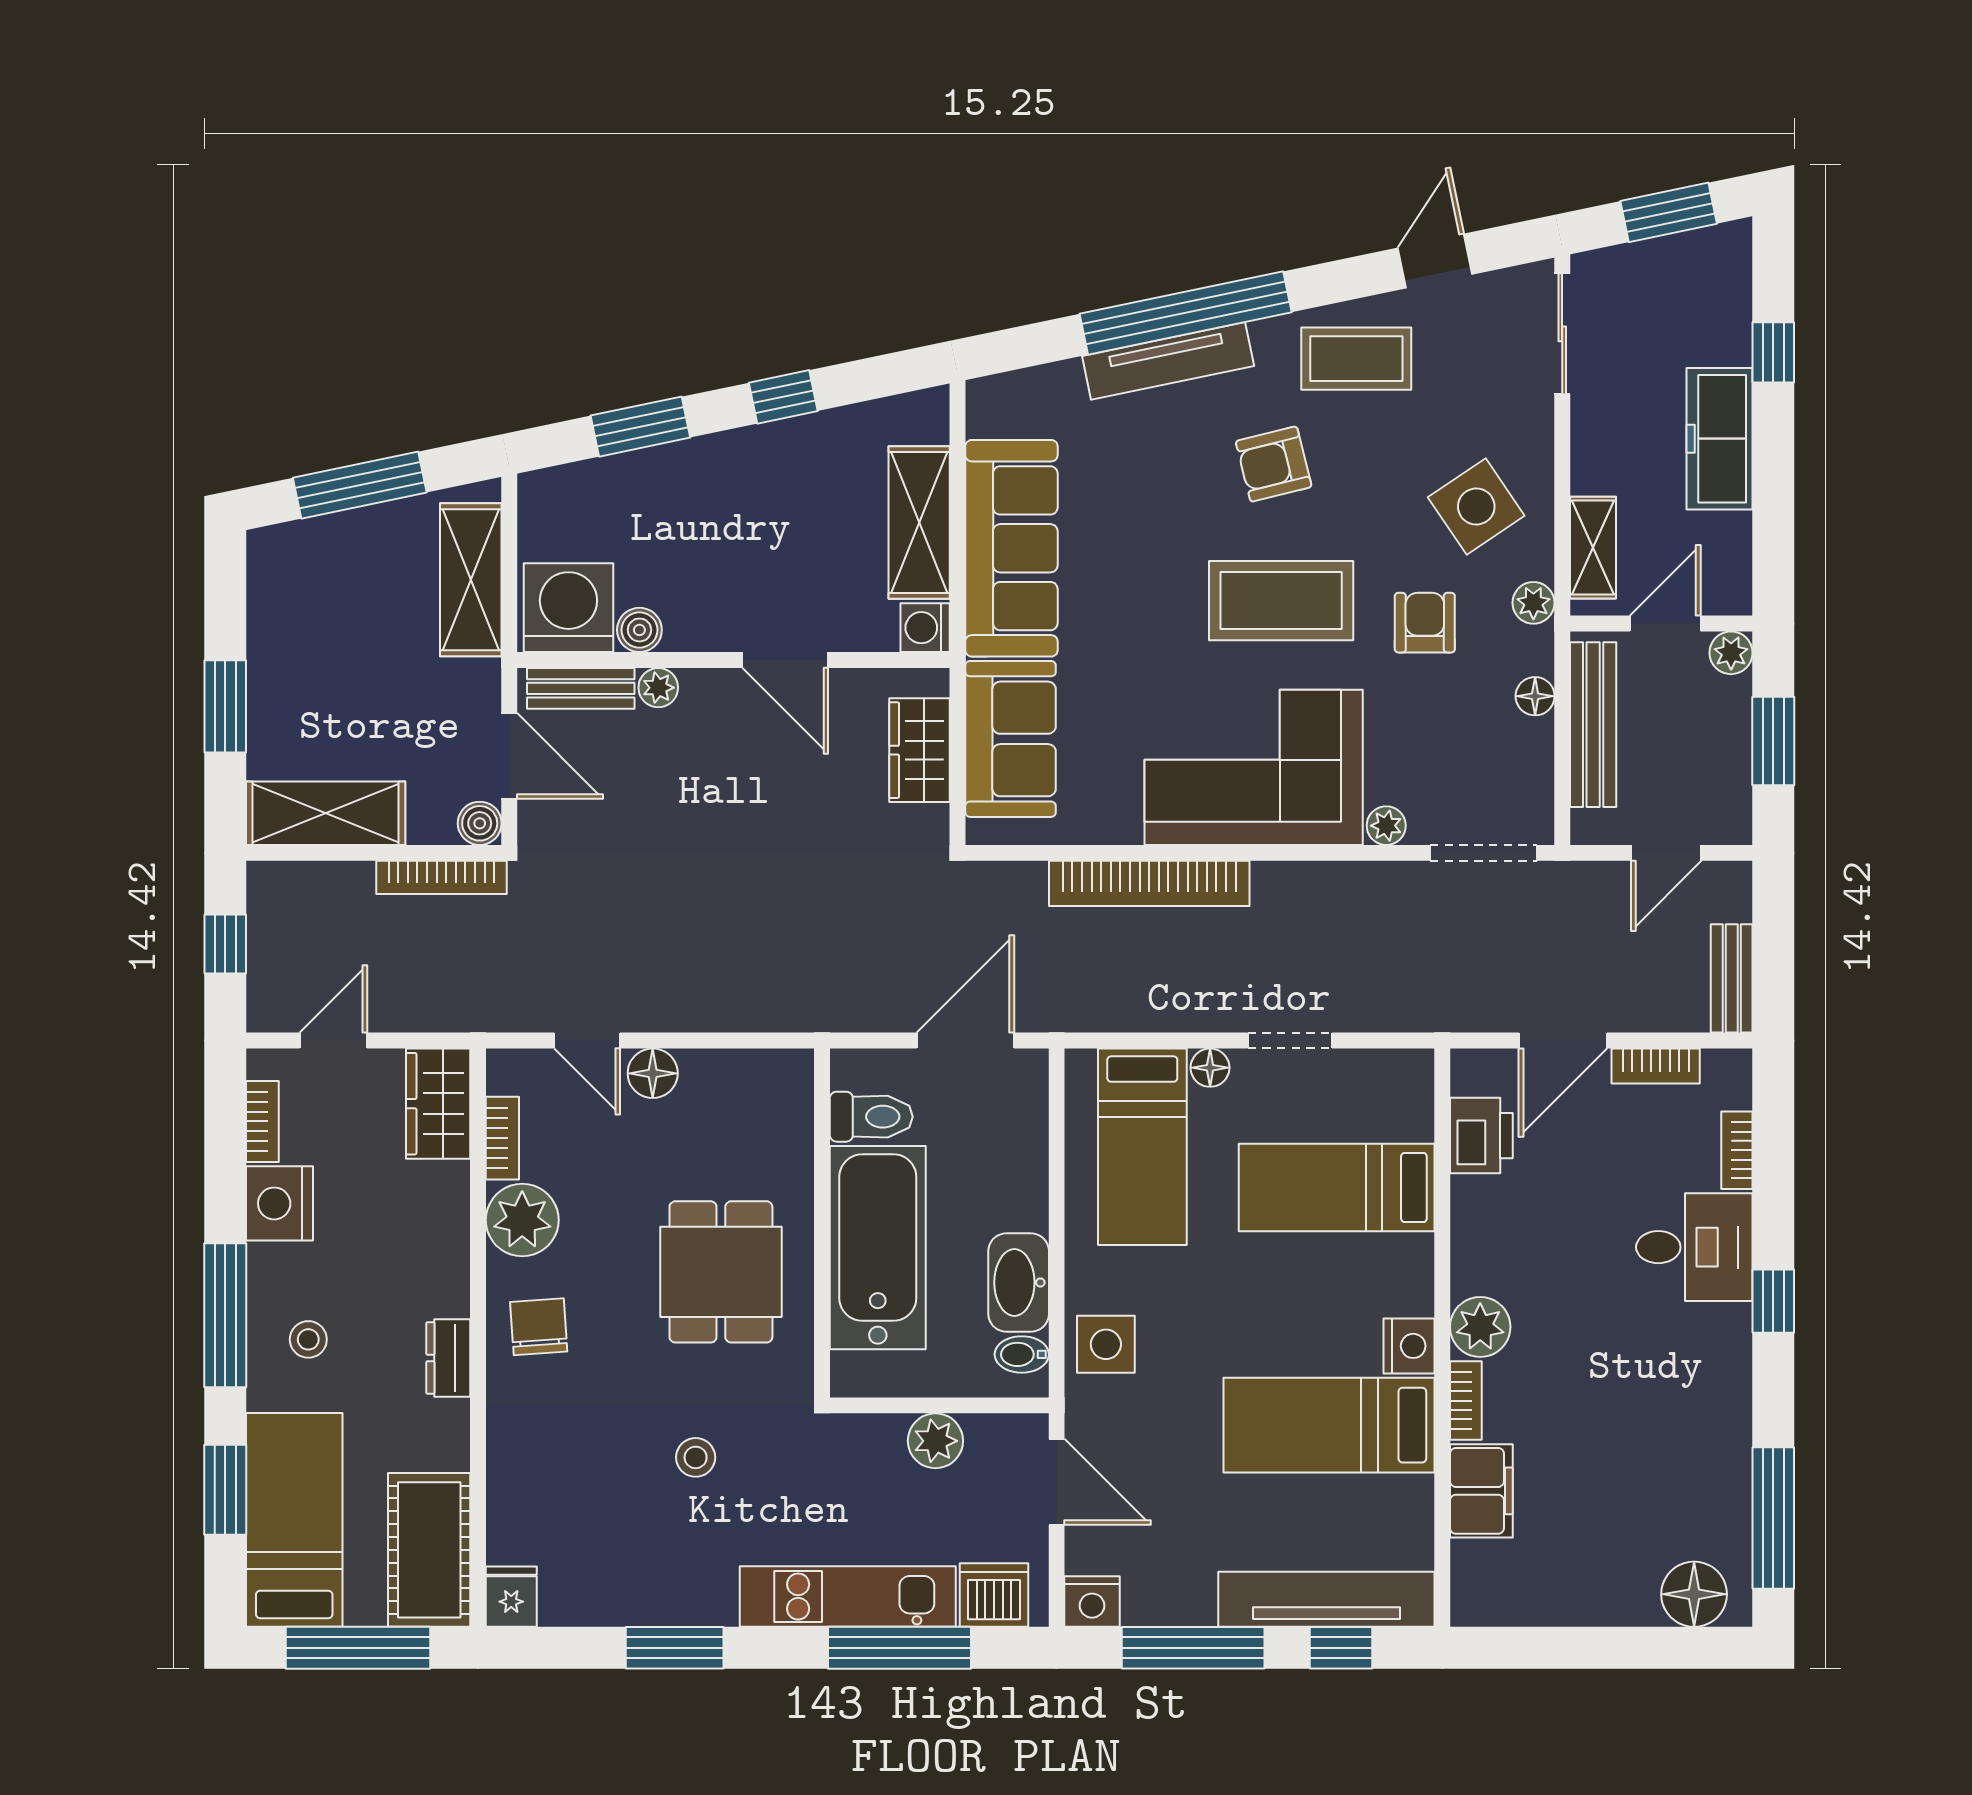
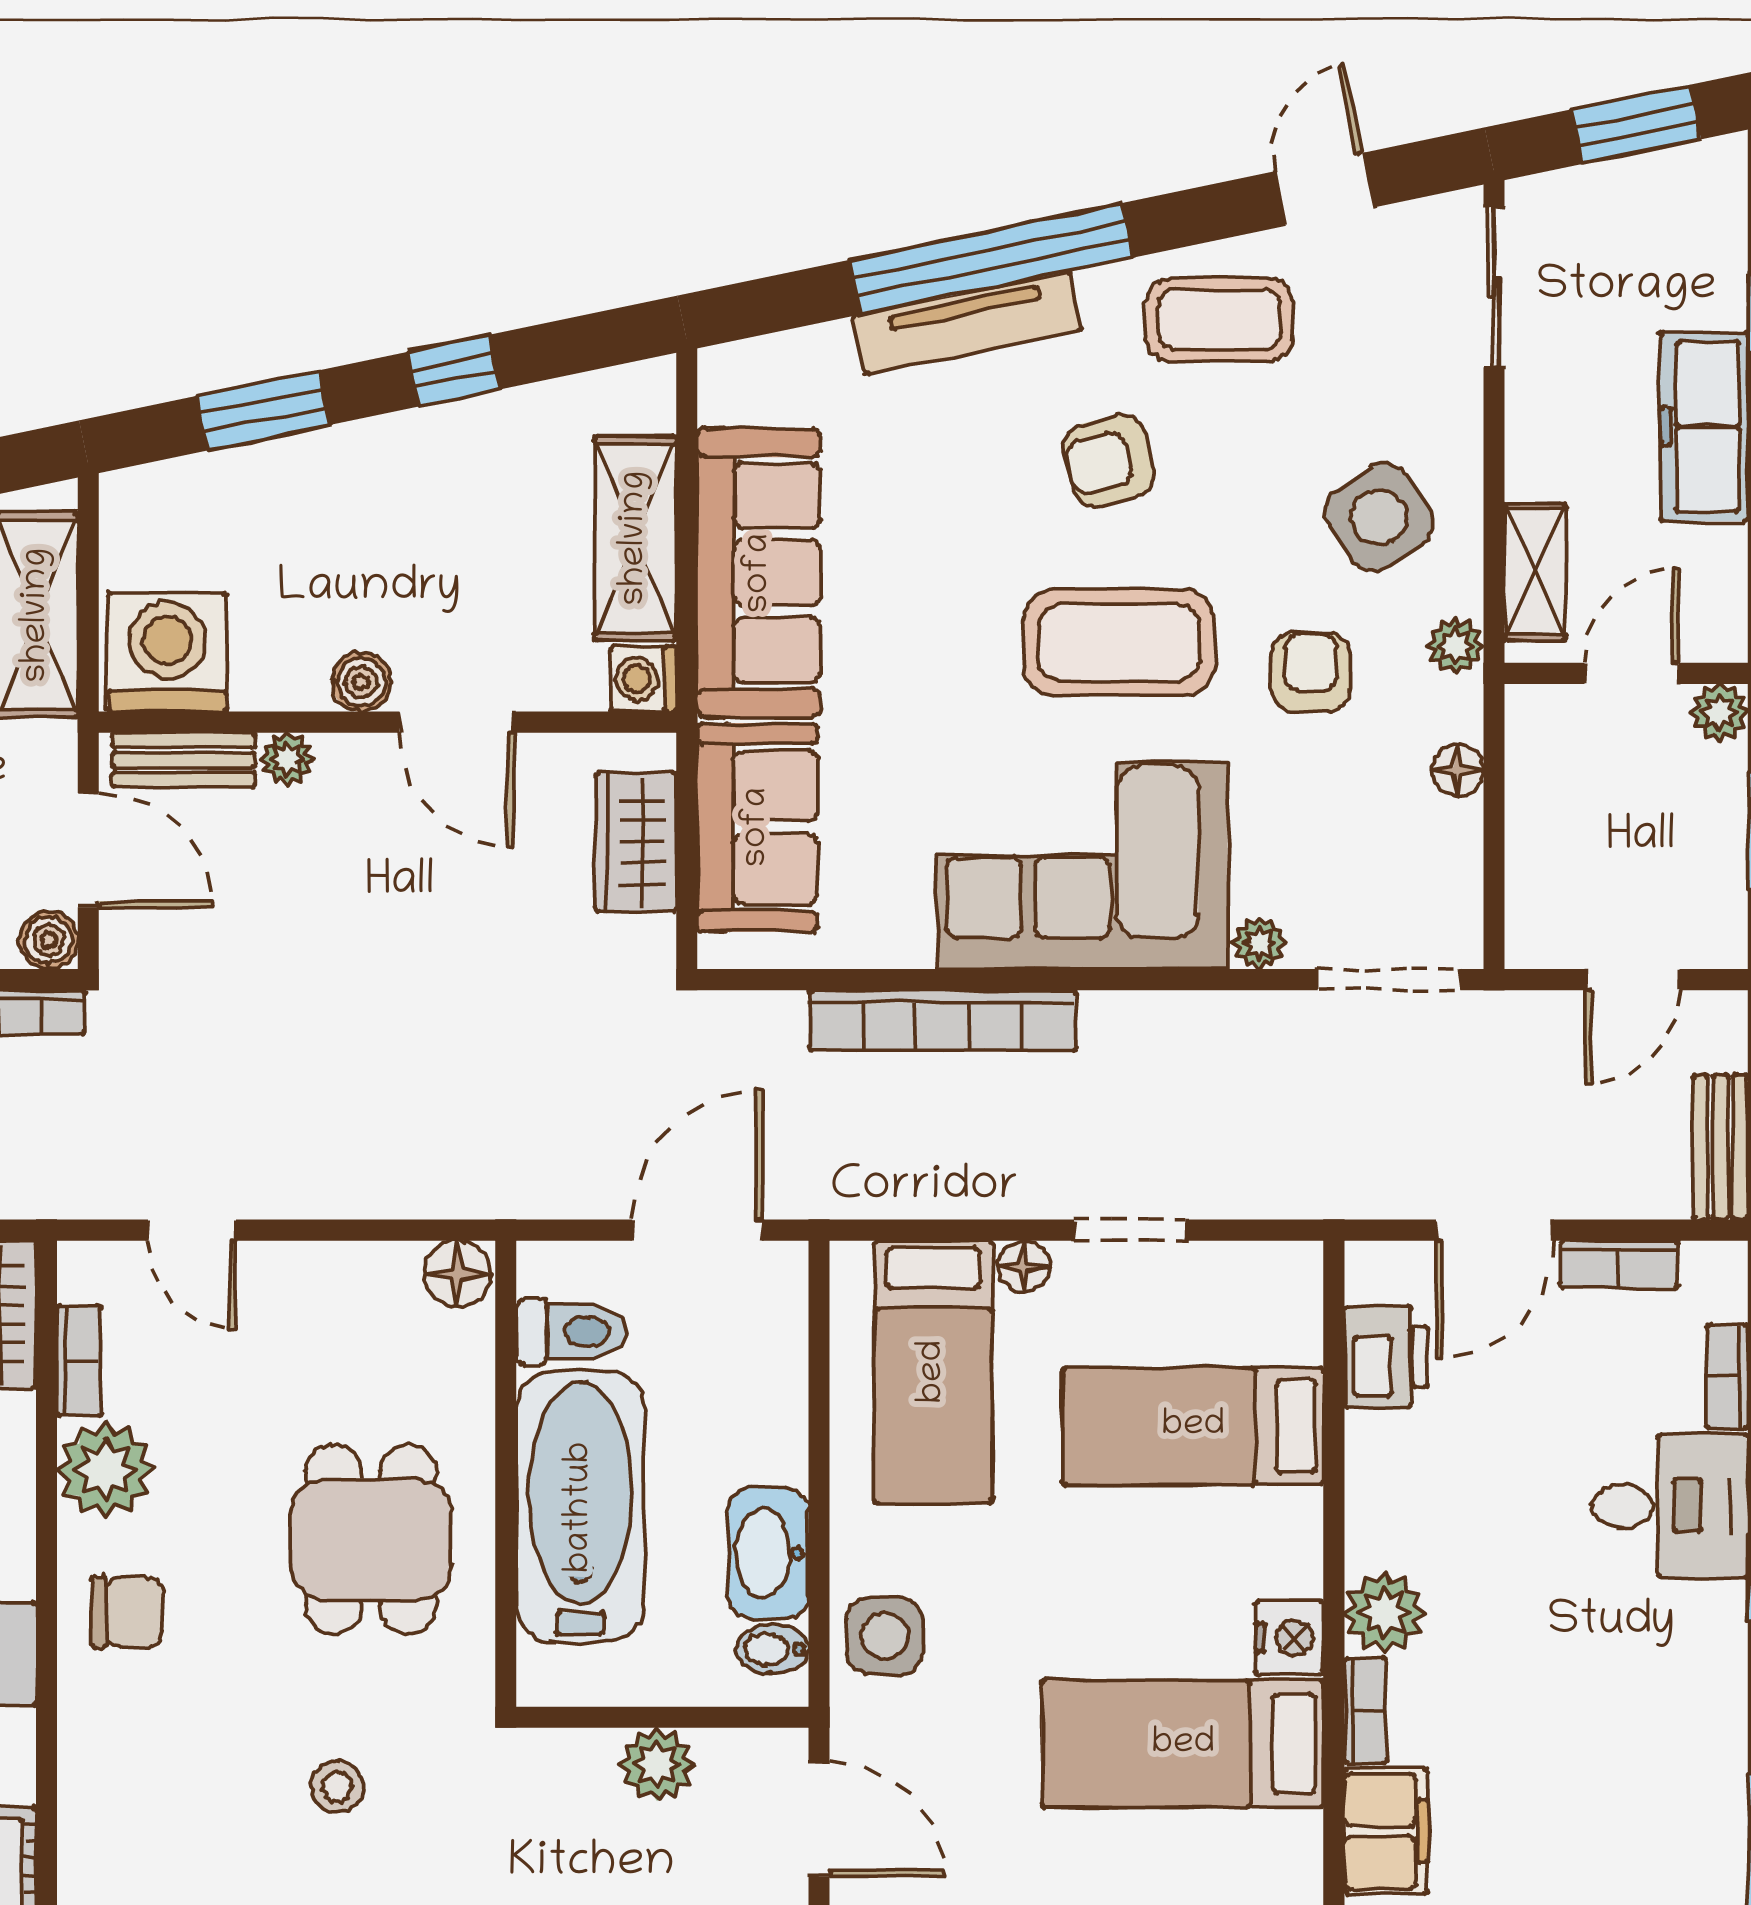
boiler: (639, 630) -> (361, 682), moved
bench: (1593, 725) -> (1535, 808), removed
floor lamp: (653, 1073) -> (457, 1274), moved
chair: (539, 1327) -> (127, 1612), turned 94

